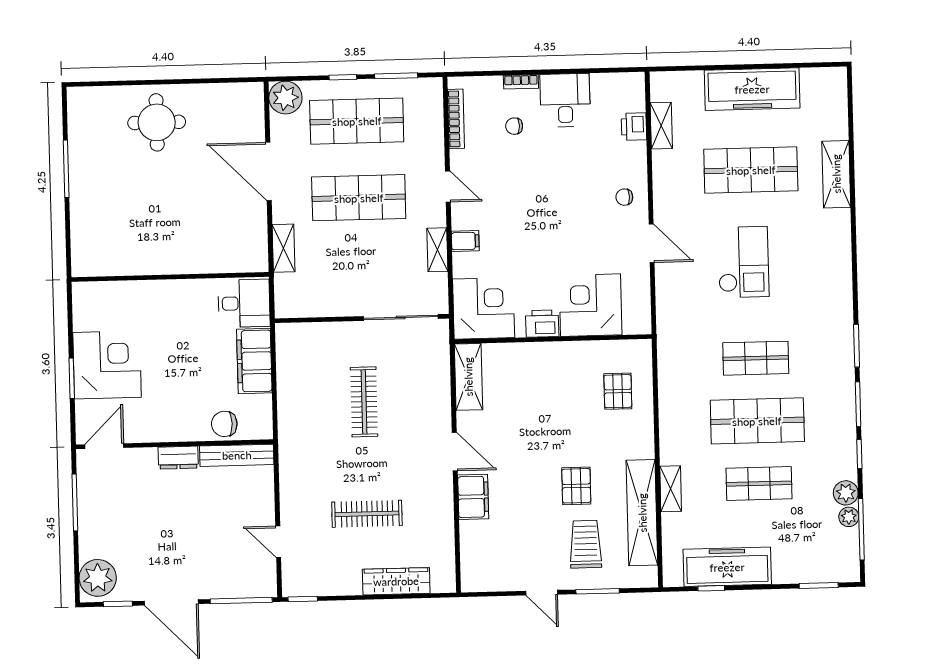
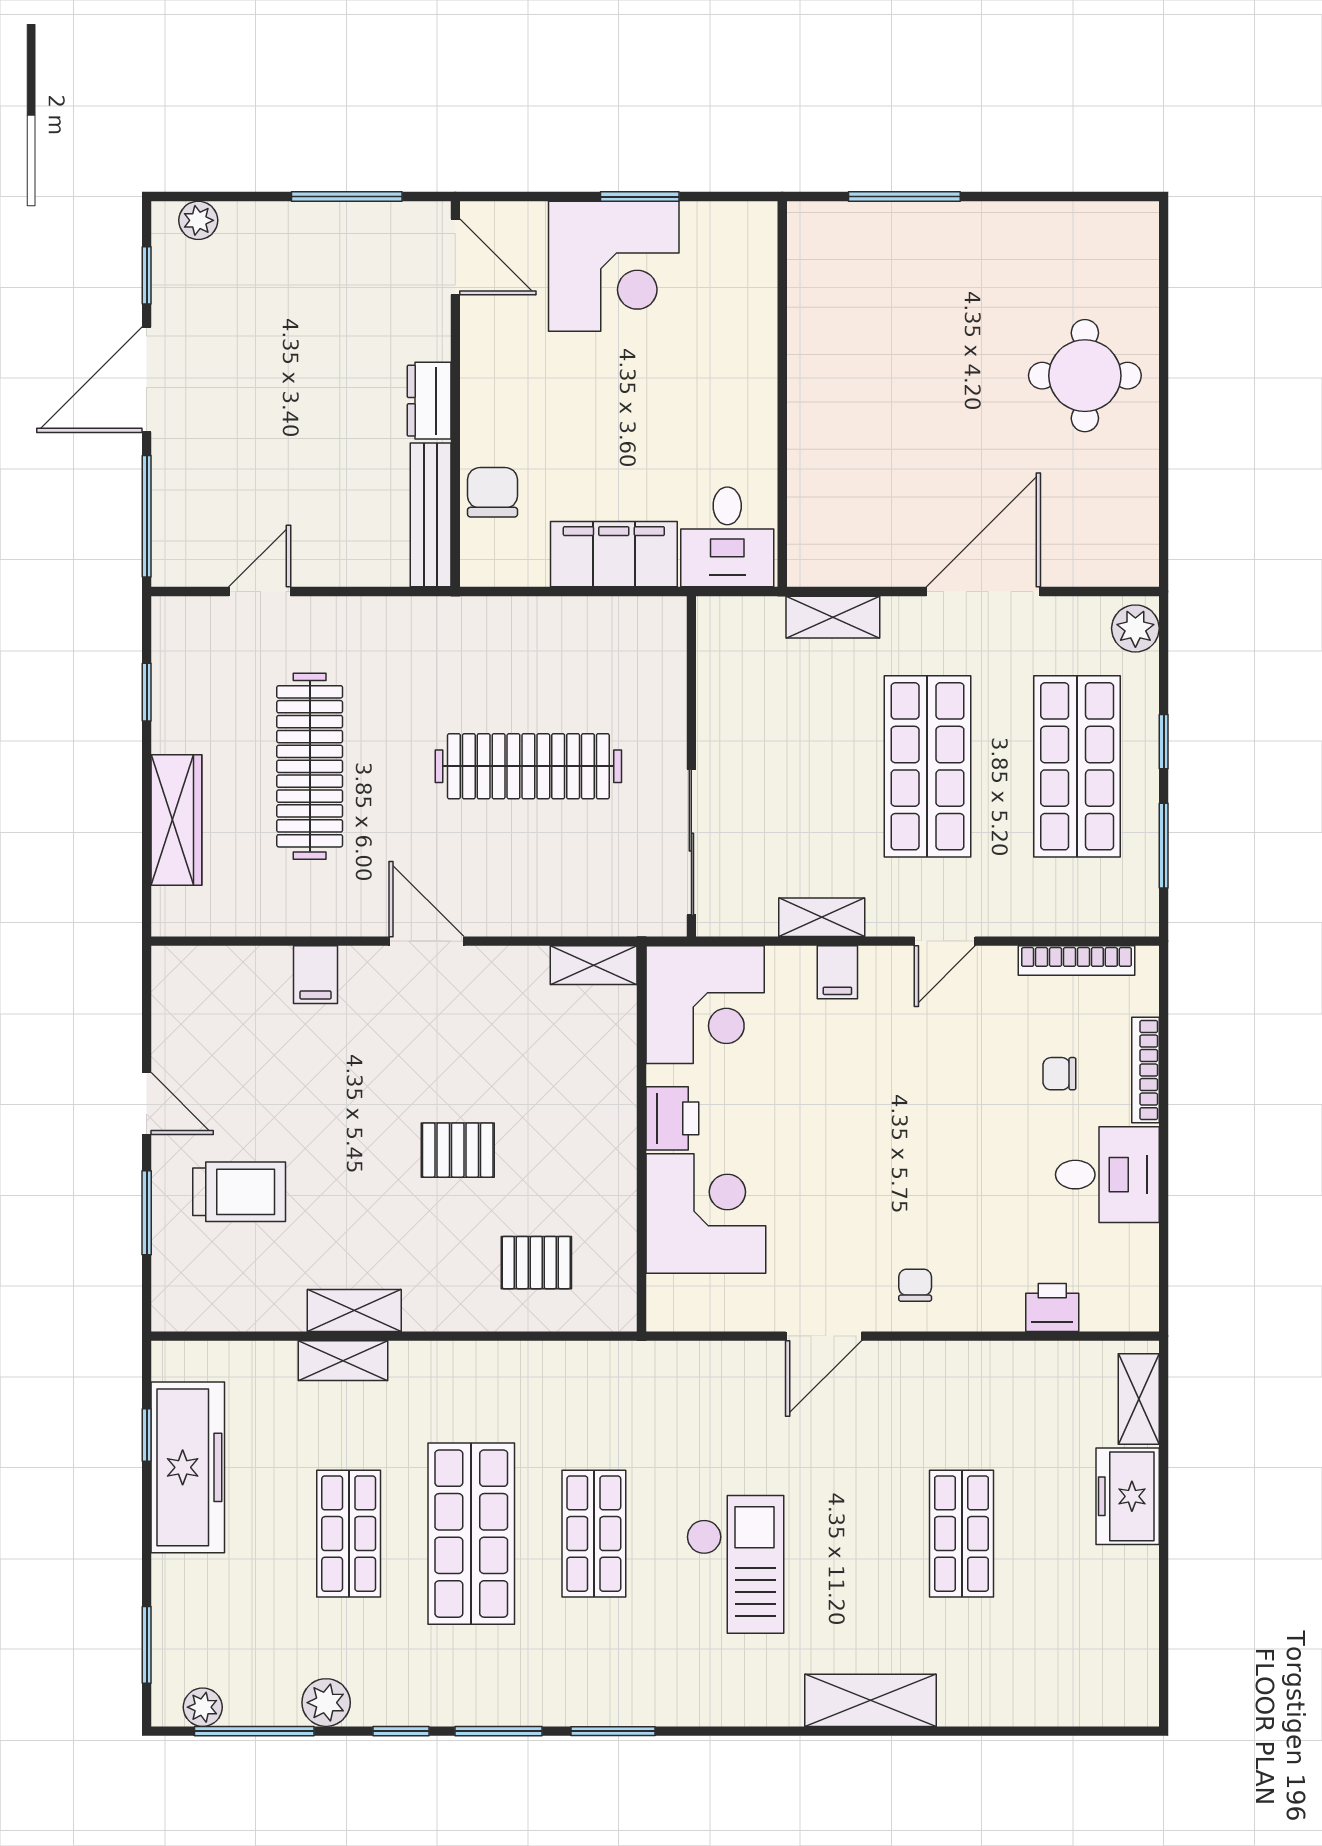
bookcase: (521, 82) -> (1145, 1070), width x1.56
freezer: (752, 89) -> (1128, 1496), width x0.52, depth x0.79
plant: (285, 98) -> (1135, 628), width x0.73, depth x0.73
chair: (514, 126) -> (1059, 1074), turned -90
shelving: (661, 126) -> (1139, 1399), moved, turned 90
window: (66, 169) -> (904, 197), moved
shop shelf: (751, 170) -> (962, 1534), width x0.70, depth x0.74
shelving: (836, 174) -> (870, 1700), moved
checkout: (743, 262) -> (735, 1564), moved, turned -90
shelving: (468, 377) -> (594, 965), width x0.67, depth x0.75
window: (72, 378) -> (640, 197), moved
clothes rail: (364, 402) -> (528, 766), width x1.37, depth x1.31
door: (455, 452) -> (426, 941), swing flipped
pallet: (576, 486) -> (458, 1150), moved
filing cabinet: (473, 497) -> (316, 975), width x0.50
shelving: (642, 513) -> (354, 1310), width x0.45, depth x0.75
clothes rail: (367, 514) -> (310, 766), width x1.37, depth x1.31
plant: (849, 517) -> (203, 1707), moved
plant: (98, 578) -> (198, 220), width x0.53, depth x0.53
door: (542, 593) -> (147, 1103), swing flipped
window: (303, 599) -> (147, 692), moved

